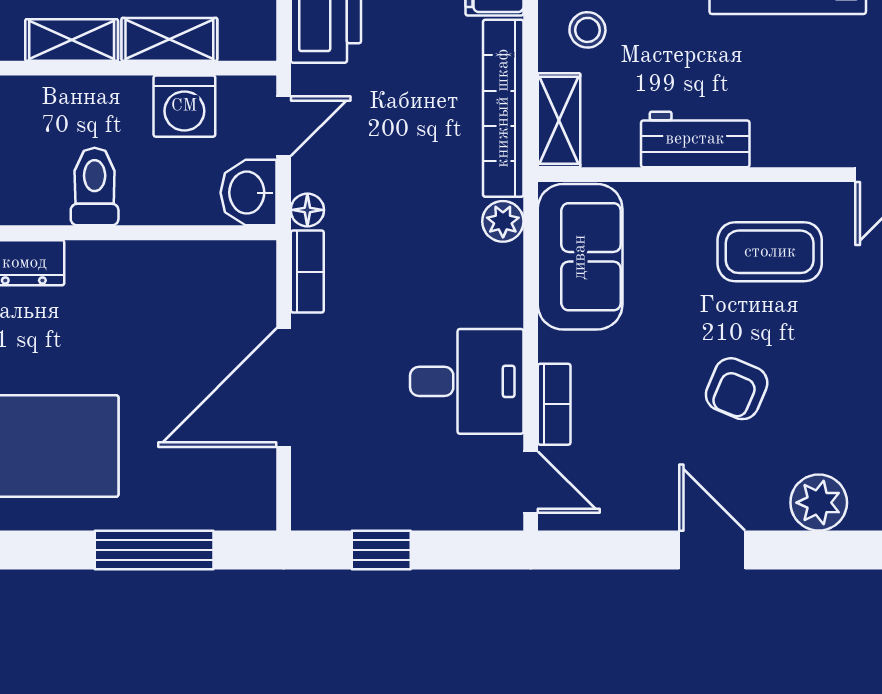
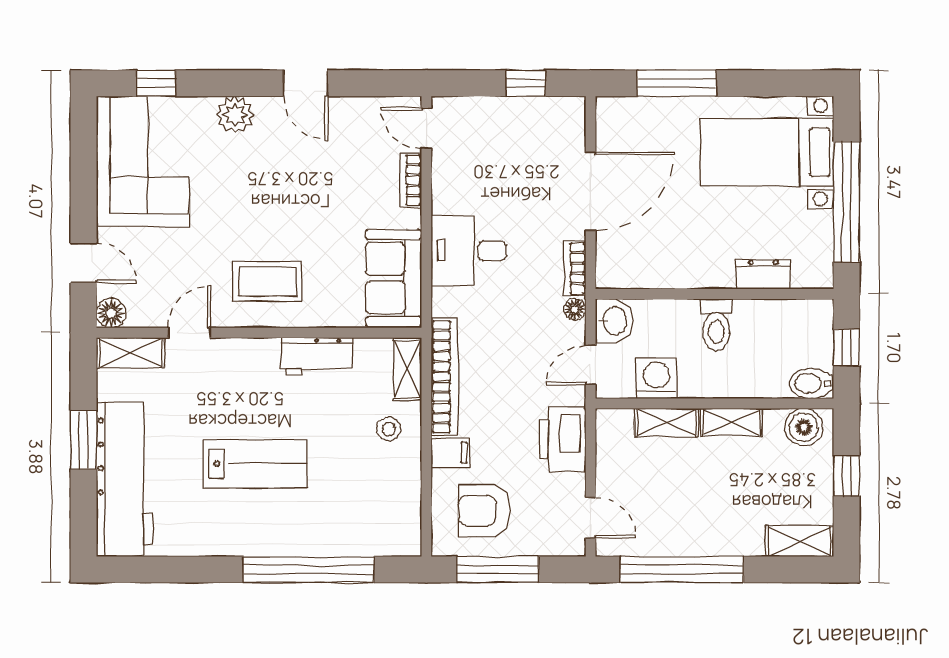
plant: (503, 221) -> (445, 302), removed
desk: (467, 381) -> (469, 251), moved
armchair: (737, 389) -> (289, 190), removed

